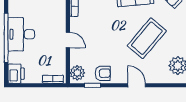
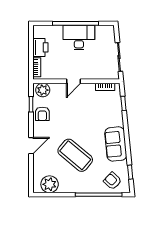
printer: (16, 74) -> (40, 47), moved, turned -90

